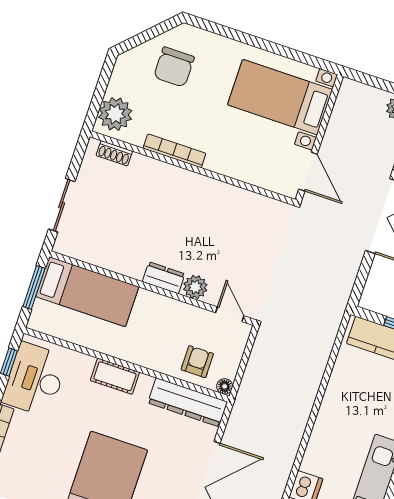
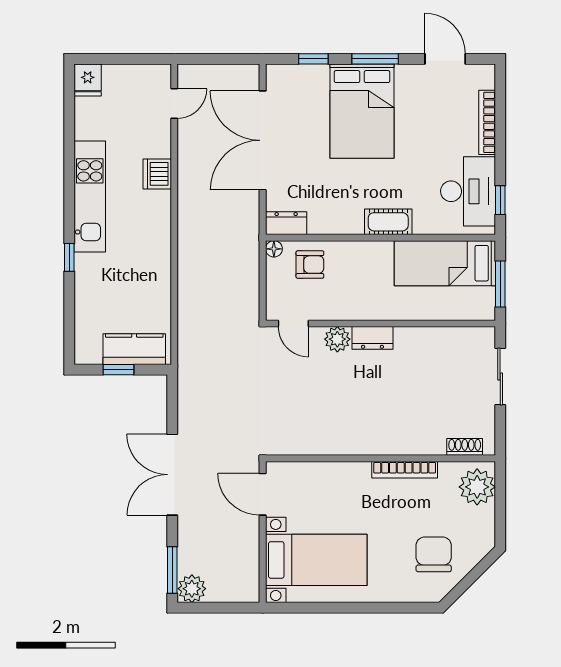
bed: (87, 292) -> (445, 263), moved
armchair: (197, 362) -> (310, 265), turned -90
dresser: (188, 402) -> (286, 223), width x0.51, depth x0.80

